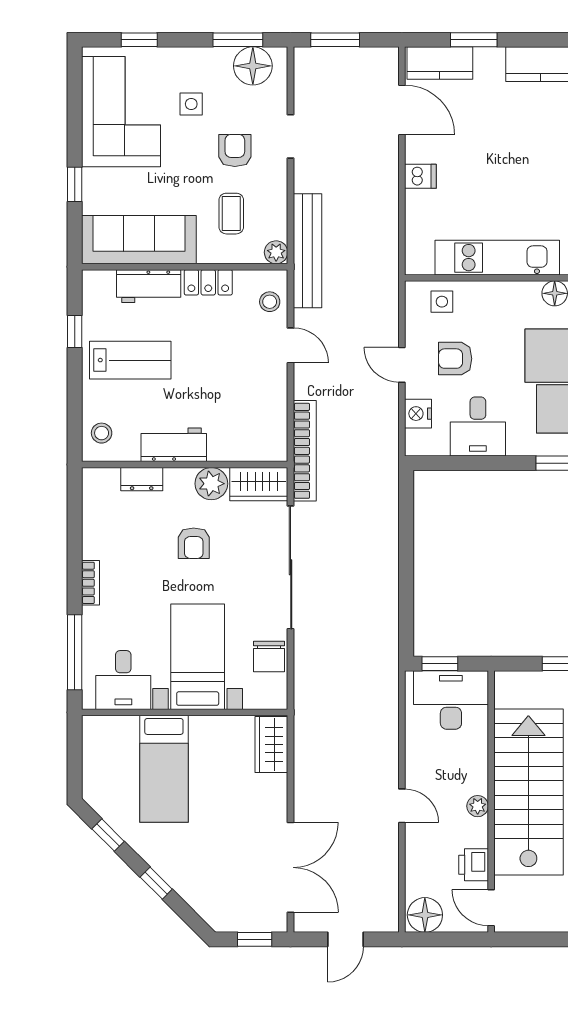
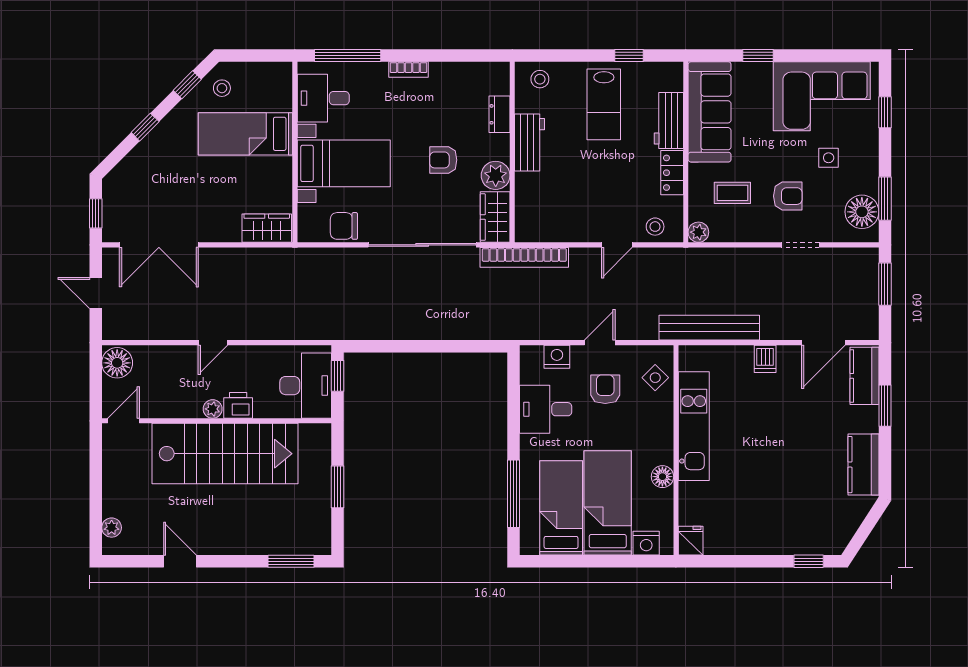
bench: (308, 251) -> (709, 328), moved
side table: (442, 302) -> (655, 378), turned 45
stool: (112, 796) -> (222, 88), added
printer: (474, 865) -> (238, 405), moved

